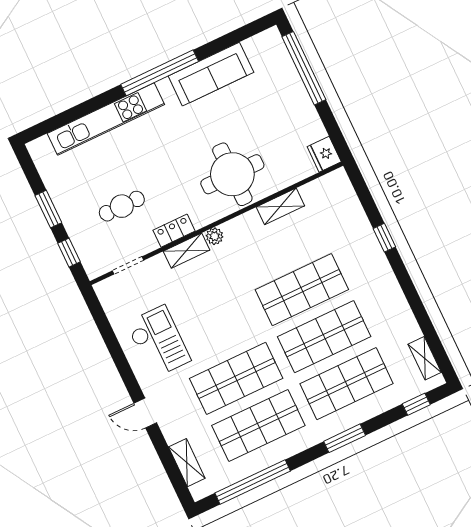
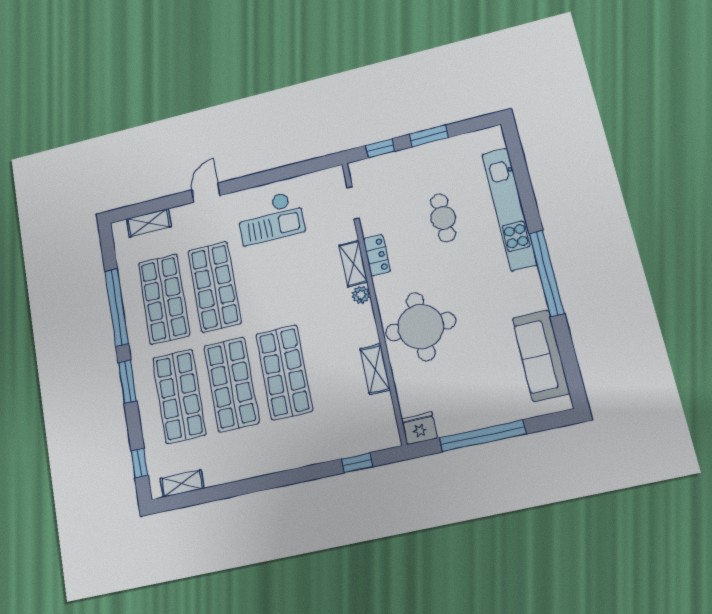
window: (304, 68) -> (483, 436), moved
sofa: (211, 74) -> (541, 356), moved
cafe table: (122, 206) -> (443, 218), moved
window: (384, 238) -> (357, 463), moved
window: (253, 482) -> (117, 307), moved

